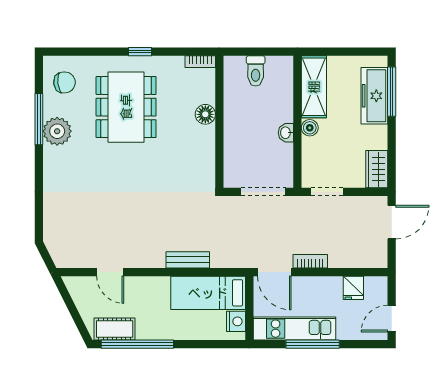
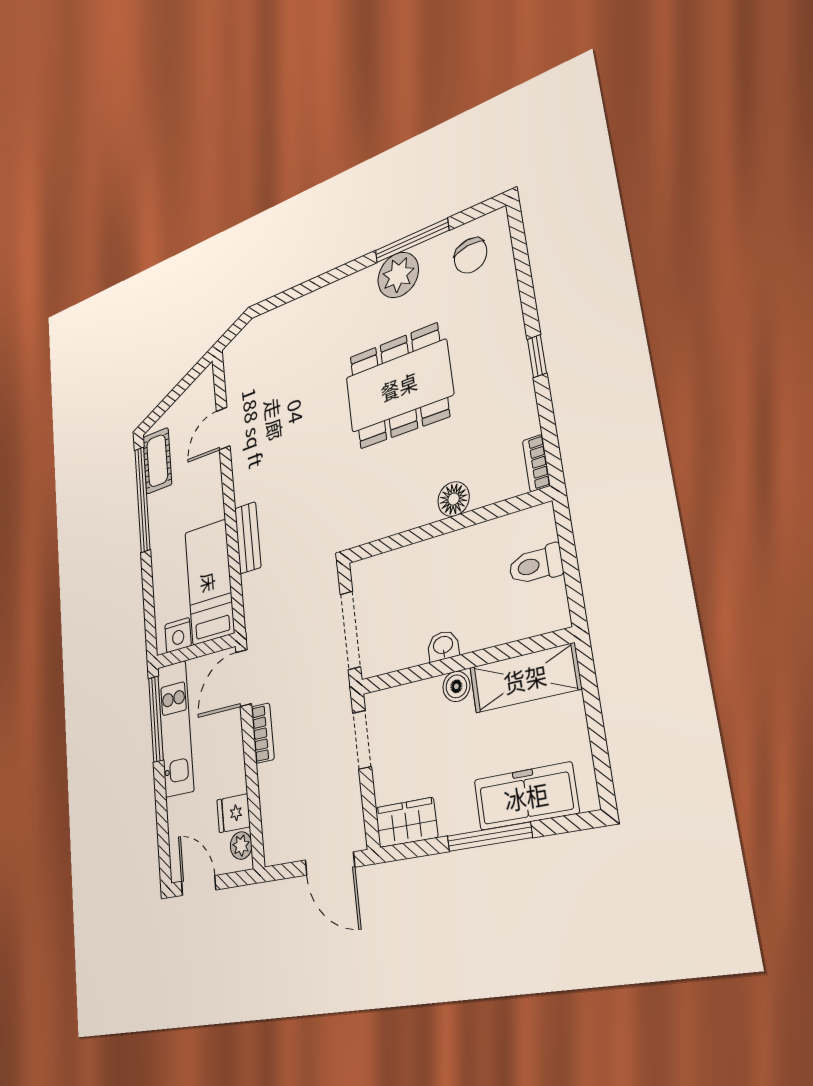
window: (392, 92) -> (489, 837), moved
dining table: (126, 107) -> (399, 386), moved
plant: (373, 284) -> (241, 845), added
window: (313, 344) -> (156, 719), moved

